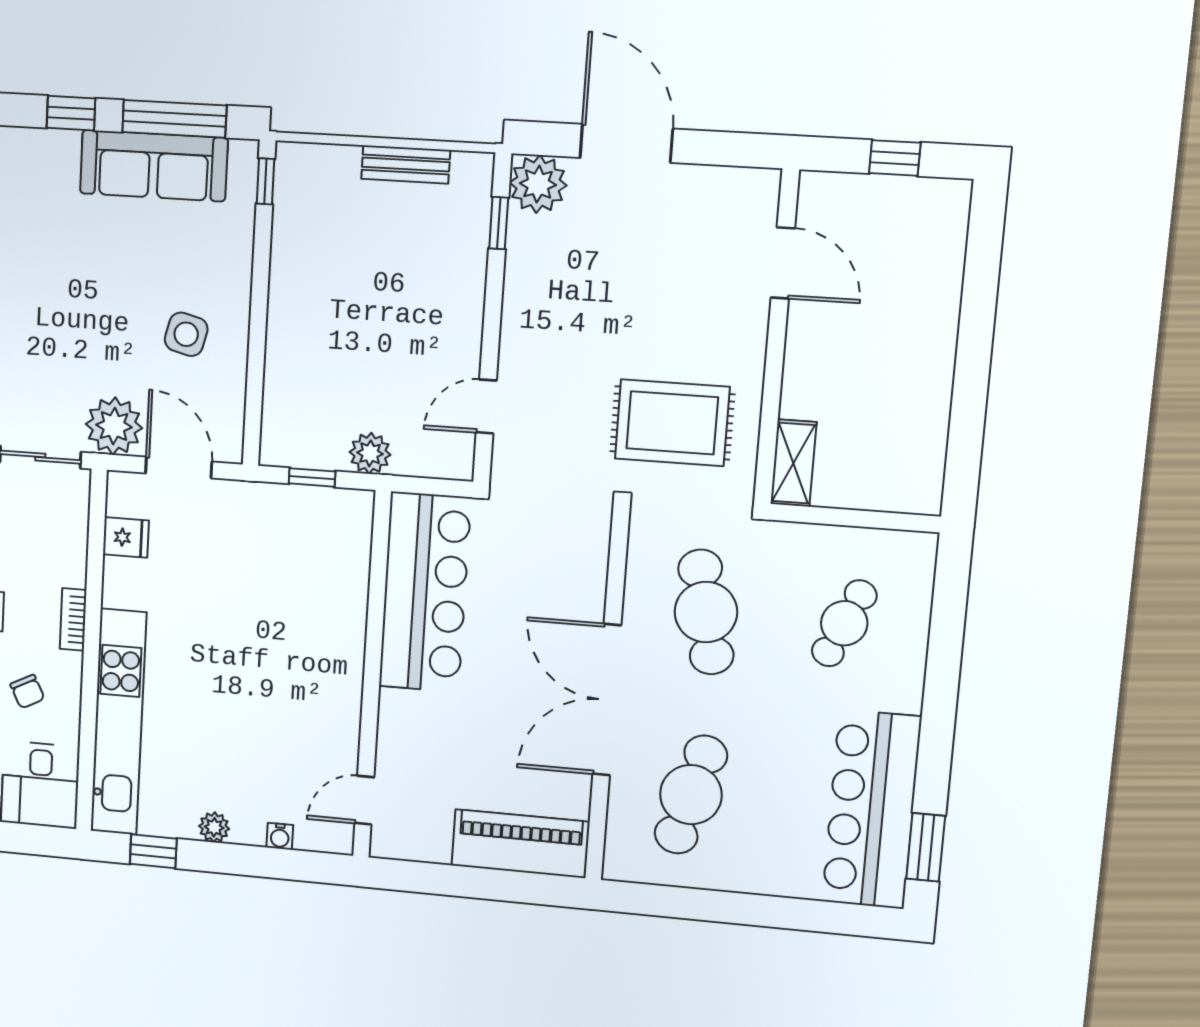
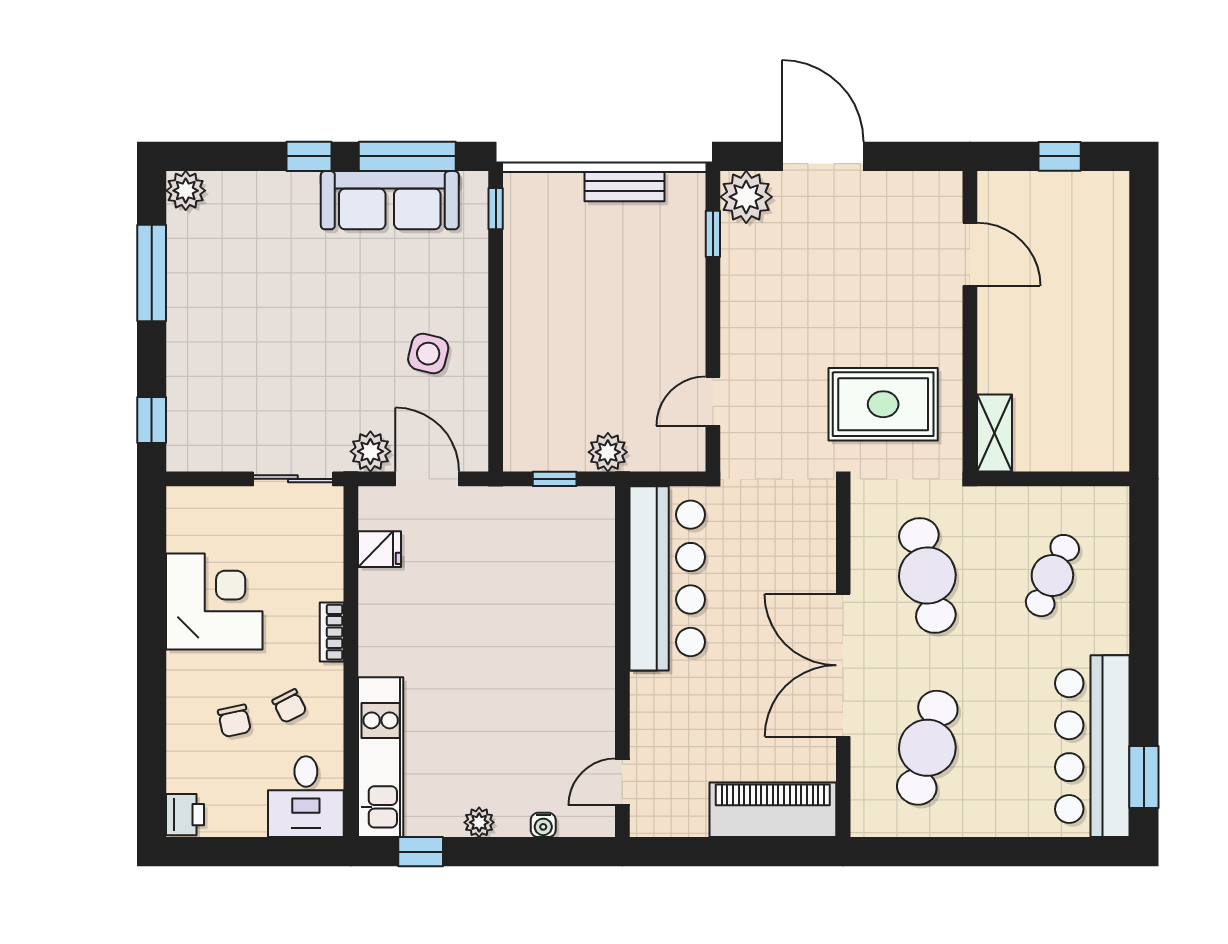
plant: (114, 426) -> (370, 451), width x0.73, depth x0.73
kitchen unit: (119, 722) -> (381, 757), width x0.73

